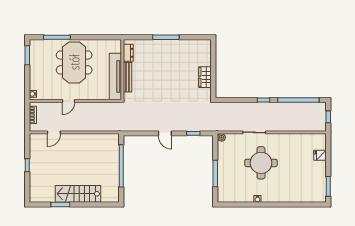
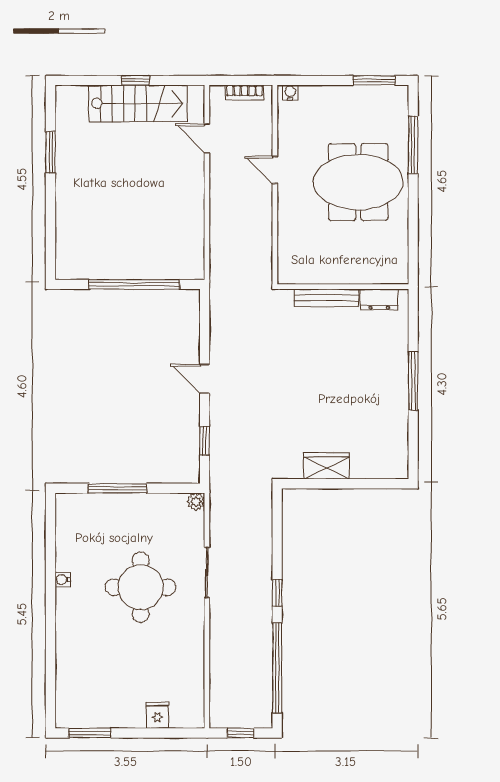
tv unit: (115, 77) -> (328, 271), removed
door: (165, 133) -> (205, 379), hinge flipped
stairs: (78, 194) -> (138, 103), moved, turned 90

